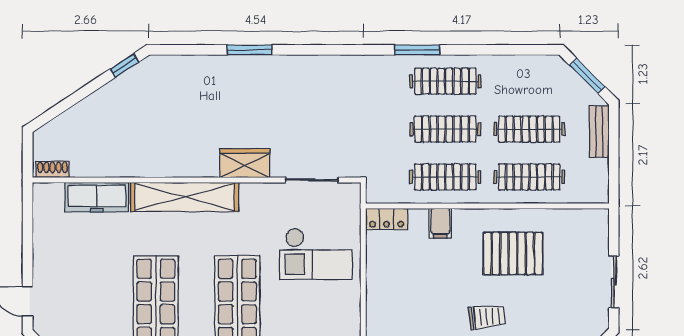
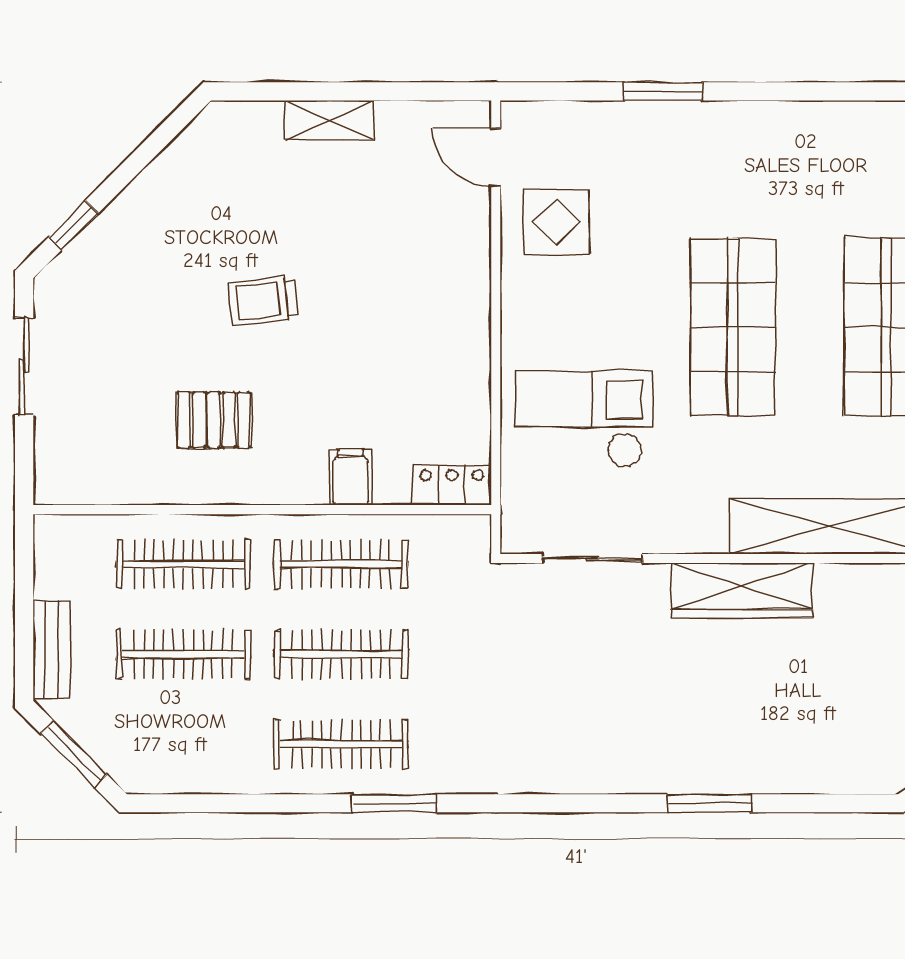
wardrobe: (245, 163) -> (742, 590), width x1.50
pallet: (513, 254) -> (214, 420), width x0.67, depth x0.71

